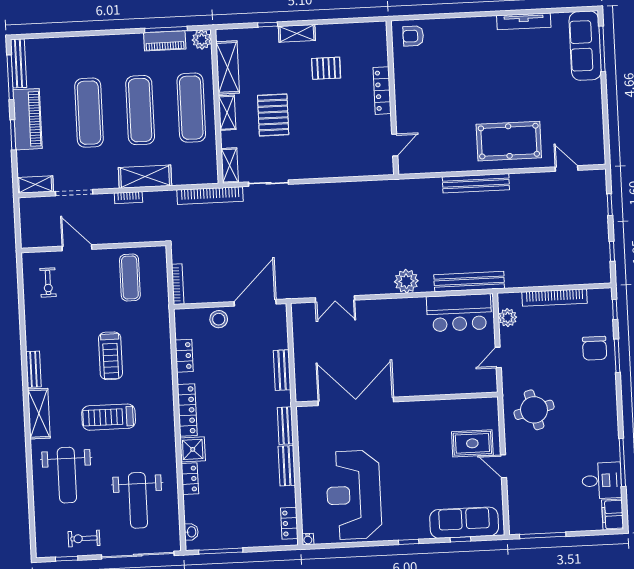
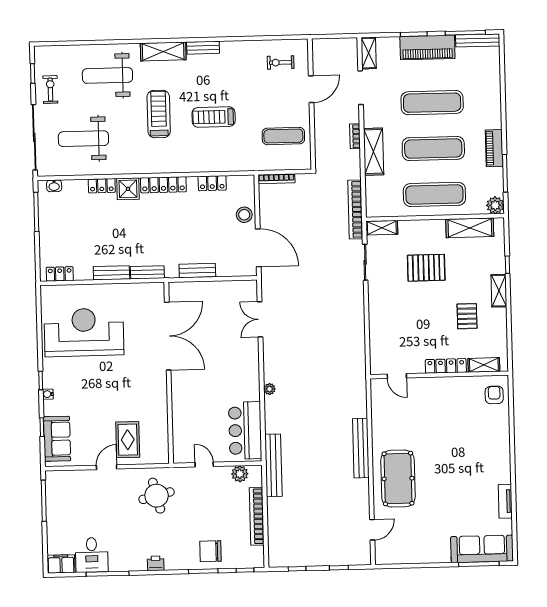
tv unit: (524, 21) -> (505, 501), width x0.71
piano: (165, 41) -> (494, 148), moved
shelving: (227, 113) -> (484, 365), moved
plant: (406, 281) -> (270, 389), width x0.53, depth x0.53
bench: (469, 282) -> (273, 465), moved
printer: (609, 409) -> (156, 563), added
sofa: (464, 523) -> (57, 439), width x0.73
water cooler: (308, 539) -> (48, 394), moved

